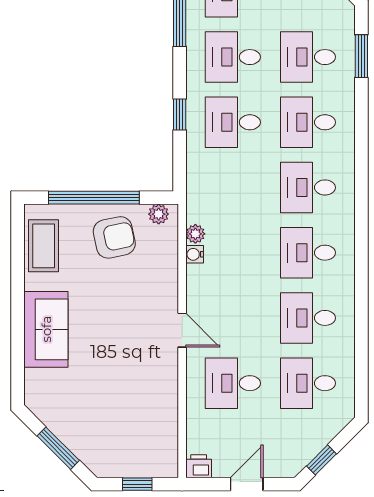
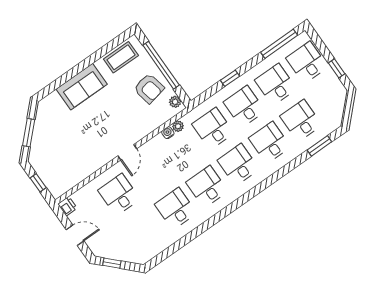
desk: (308, 383) -> (213, 129), moved

